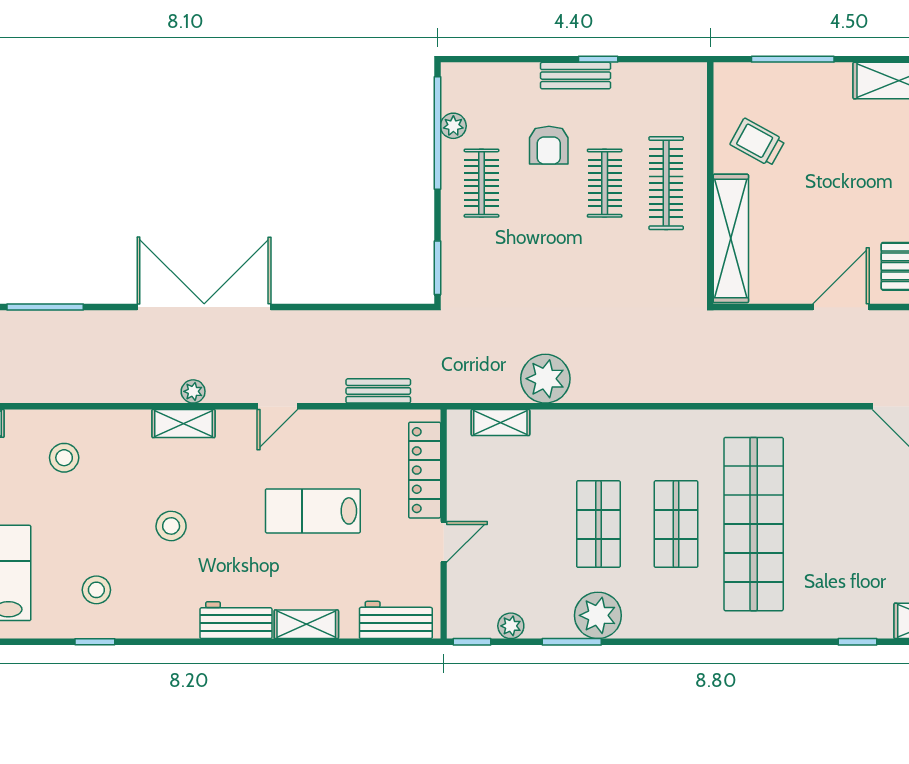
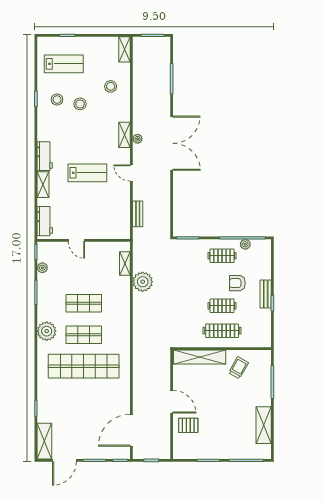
locker: (425, 470) -> (106, 233), removed
lab bench: (313, 511) -> (87, 173), moved, turned 90
stool: (171, 526) -> (80, 104), moved
plant: (598, 615) -> (47, 331), moved

